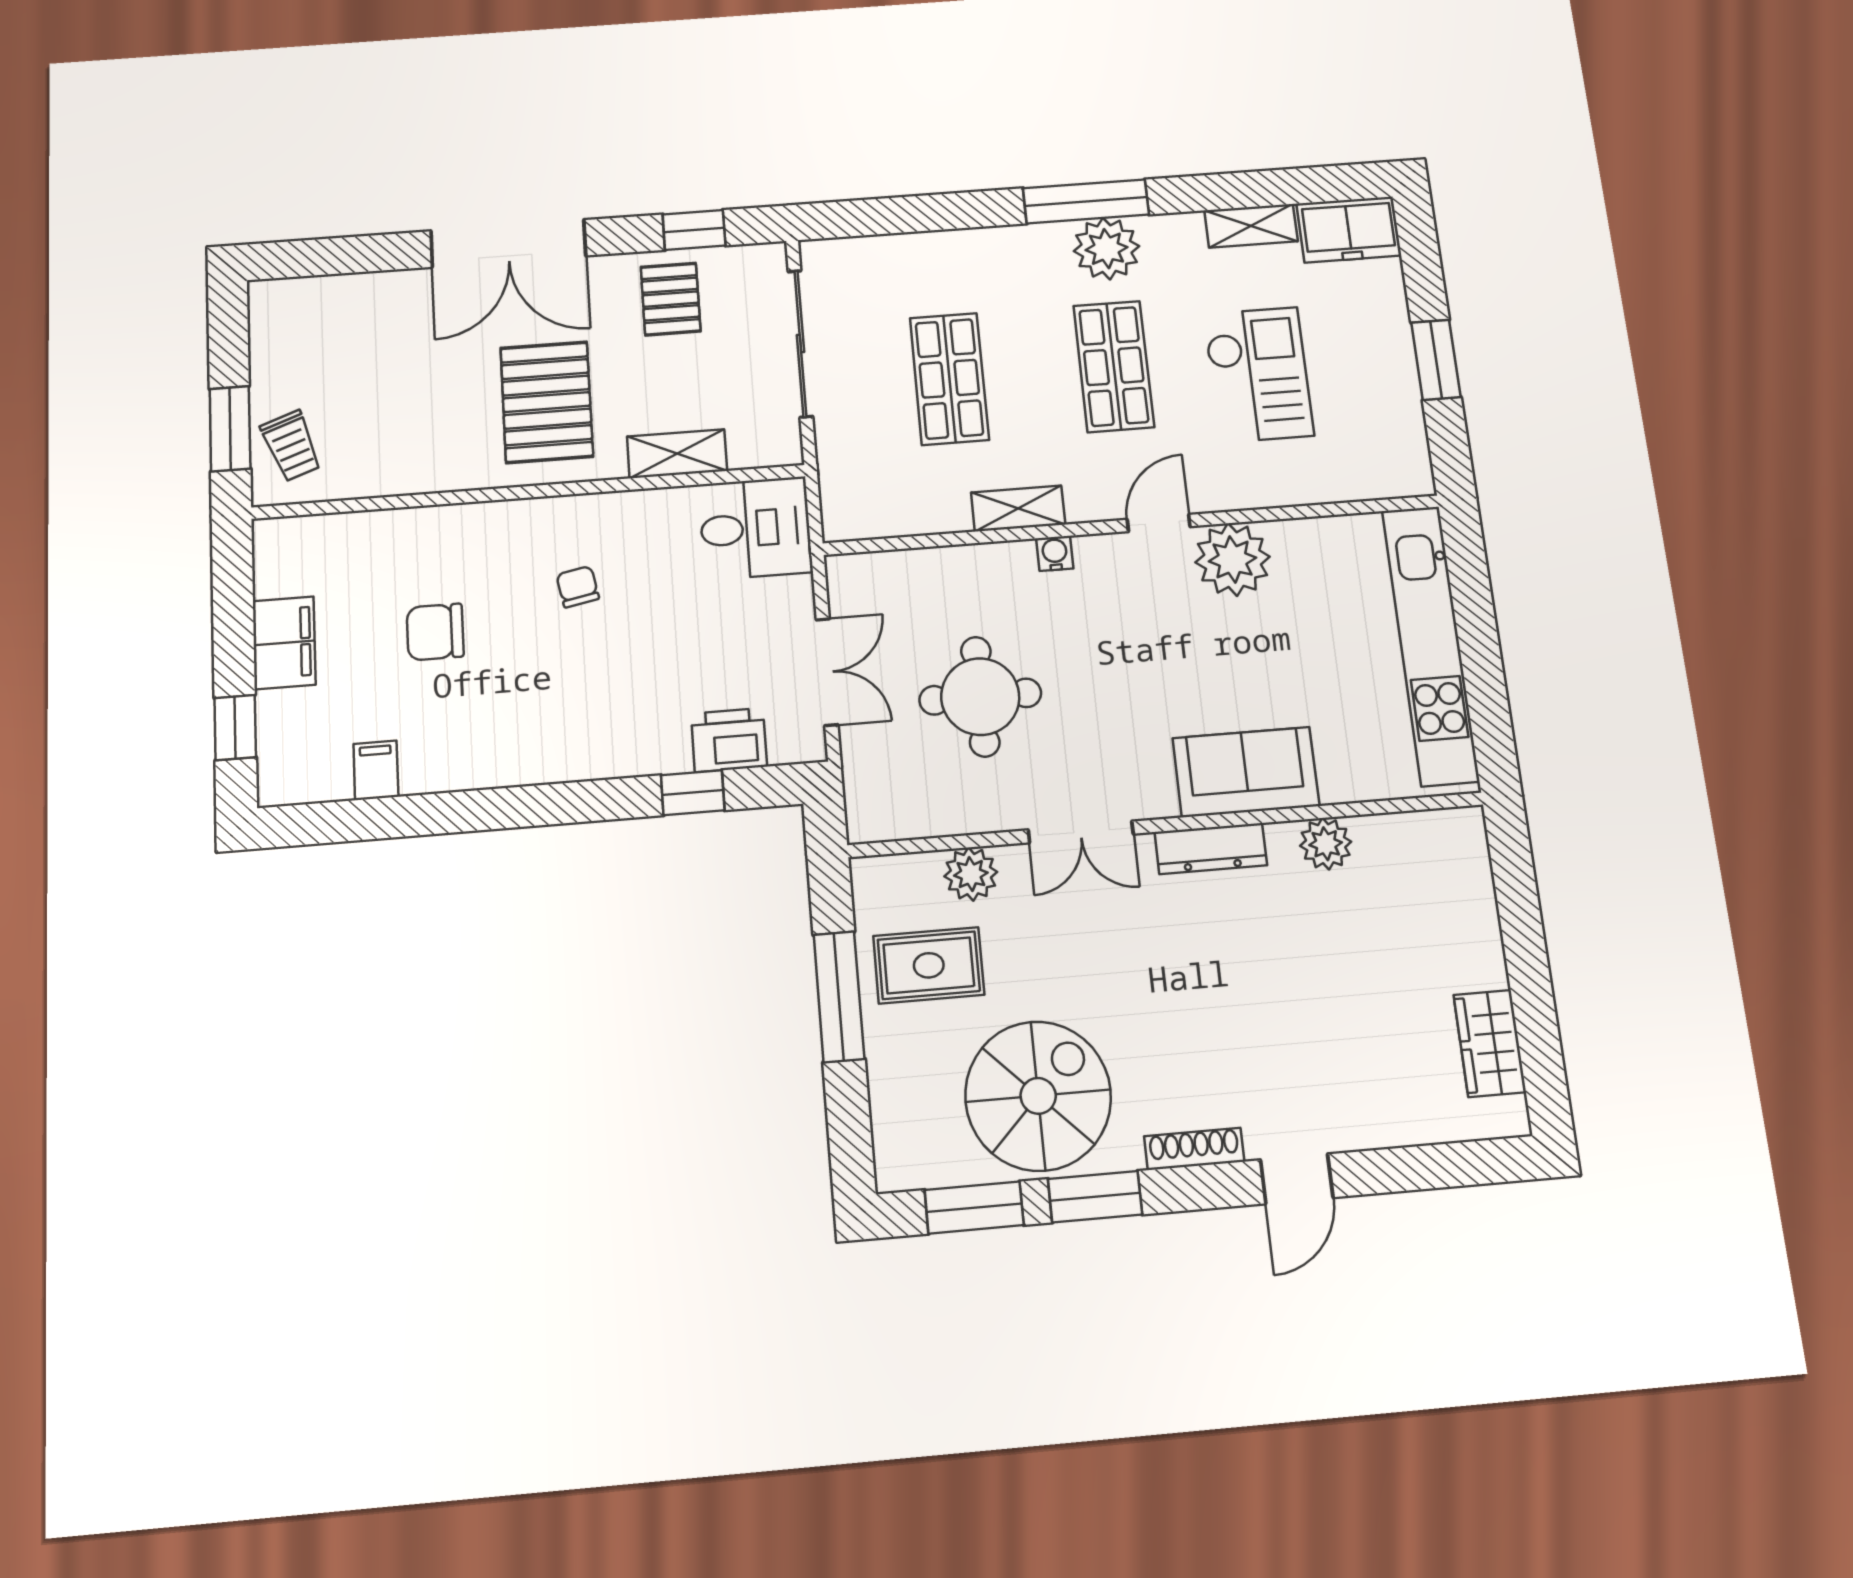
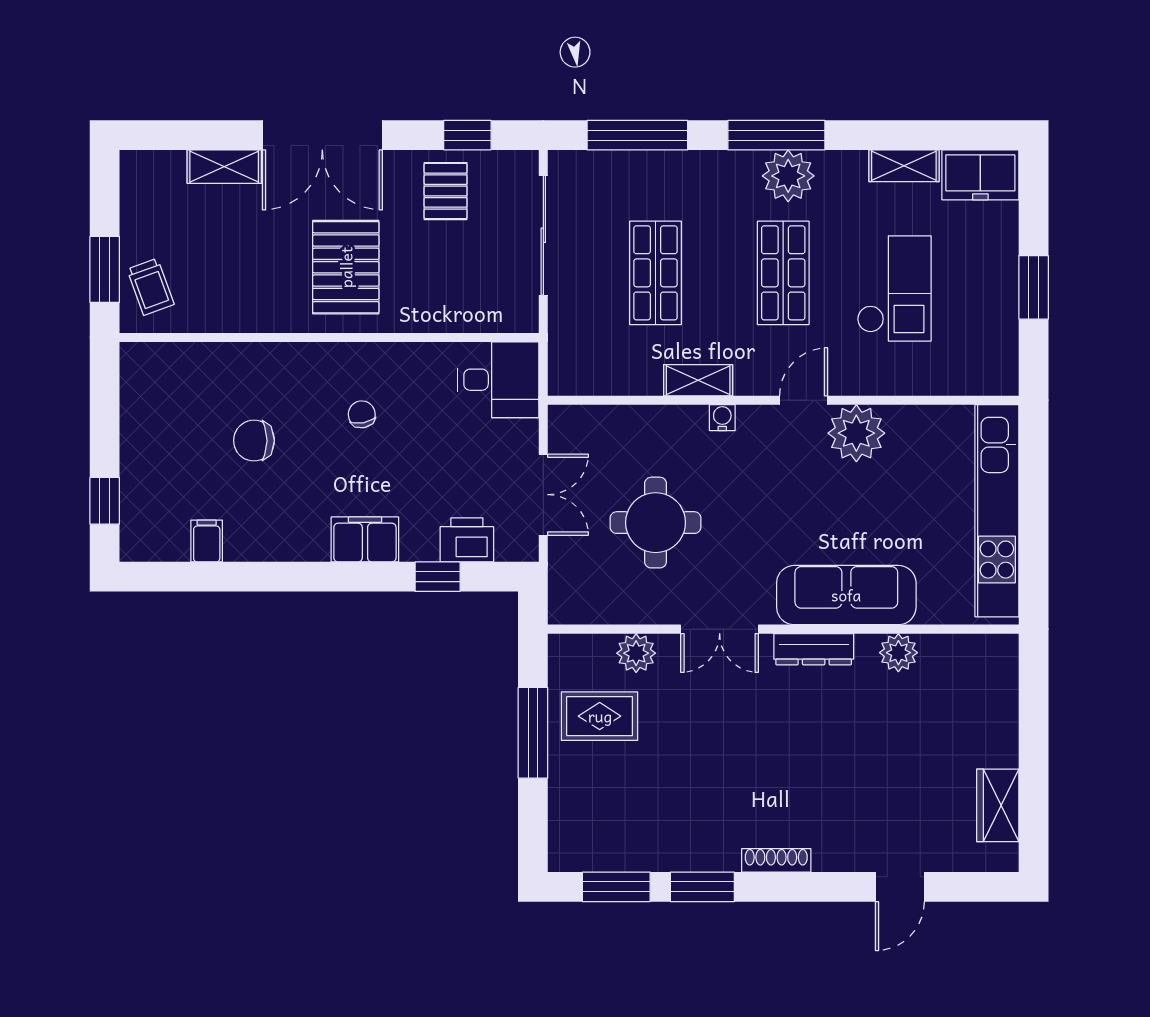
window: (910, 214) -> (637, 135), added
shelving: (677, 454) -> (224, 167), moved
filing cabinet: (284, 643) -> (365, 539), moved, turned -90
sofa: (1246, 772) -> (846, 595), width x1.36
spiral stairs: (1038, 1096) -> (669, 814), removed
door: (1297, 1179) -> (900, 887), moved

